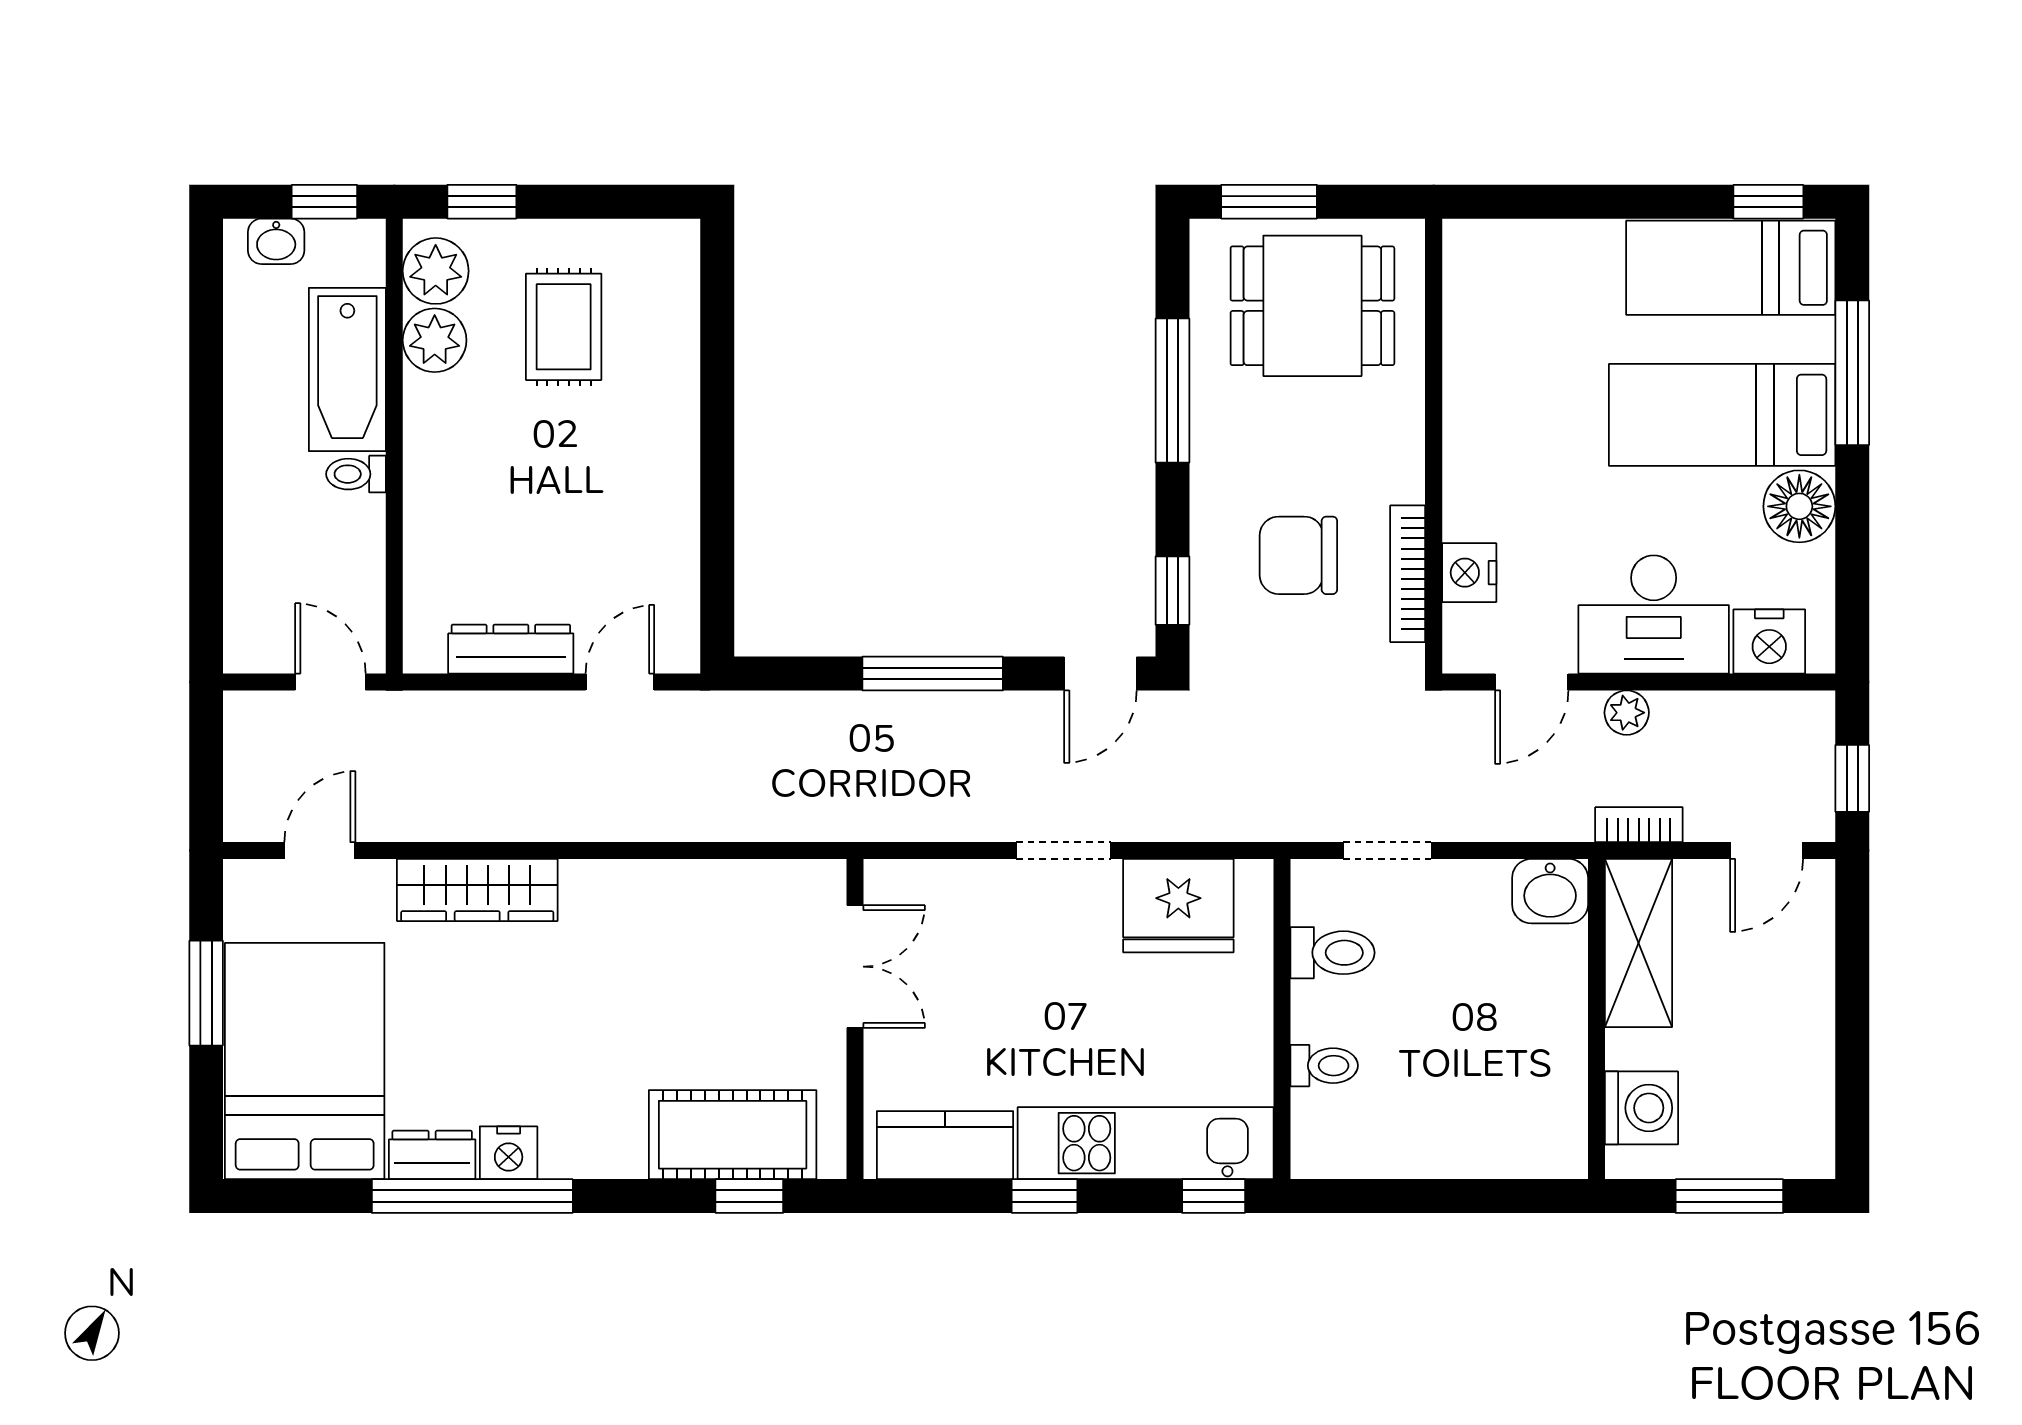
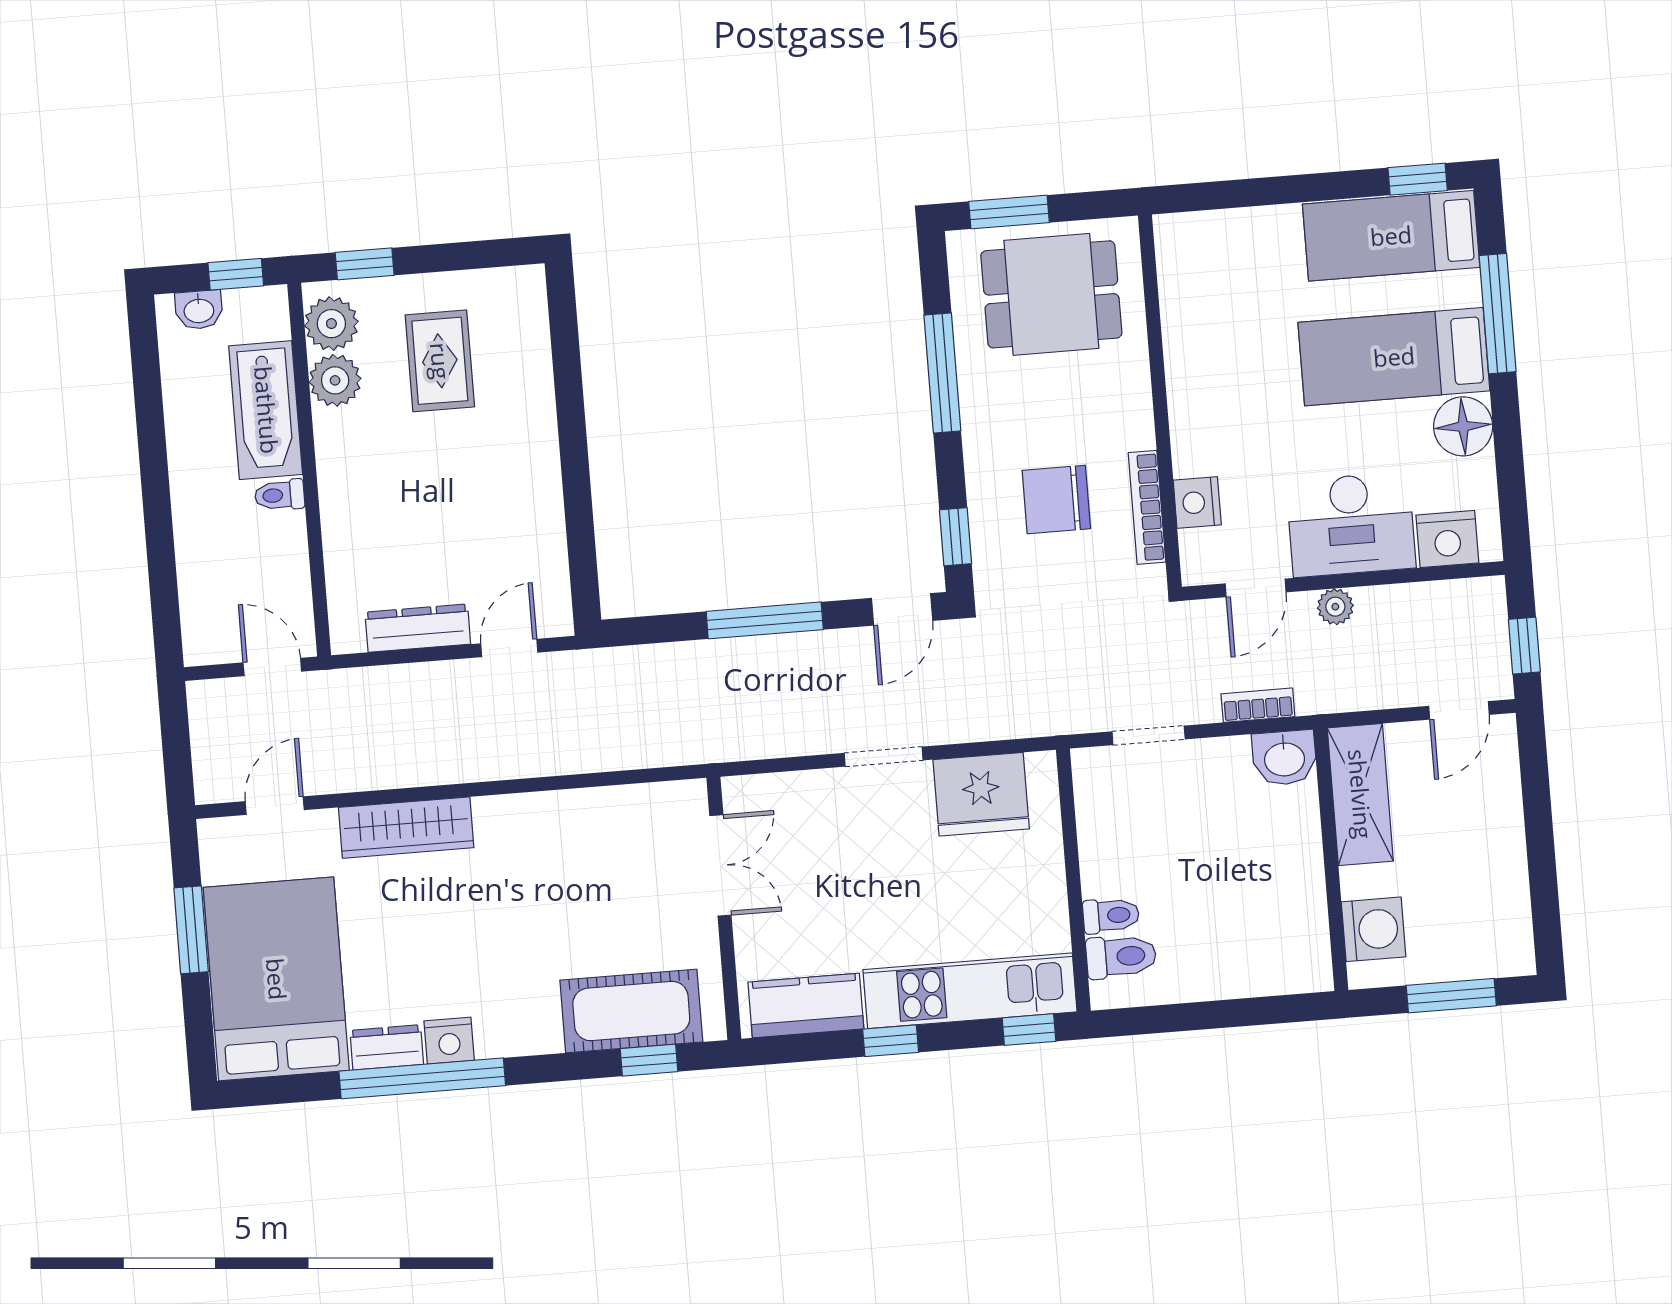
bookcase: (1639, 825) -> (1258, 705), moved
toilet: (1332, 953) -> (1121, 957), moved

